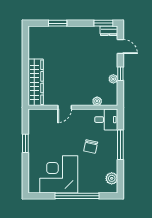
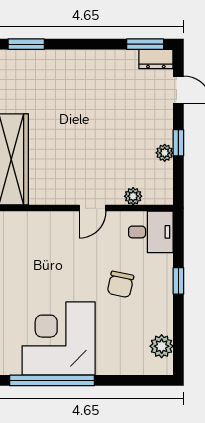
window: (58, 23) -> (26, 44), moved
door: (65, 107) -> (93, 208), moved
window: (120, 145) -> (178, 281), width x0.46
window: (77, 196) -> (52, 380), moved

